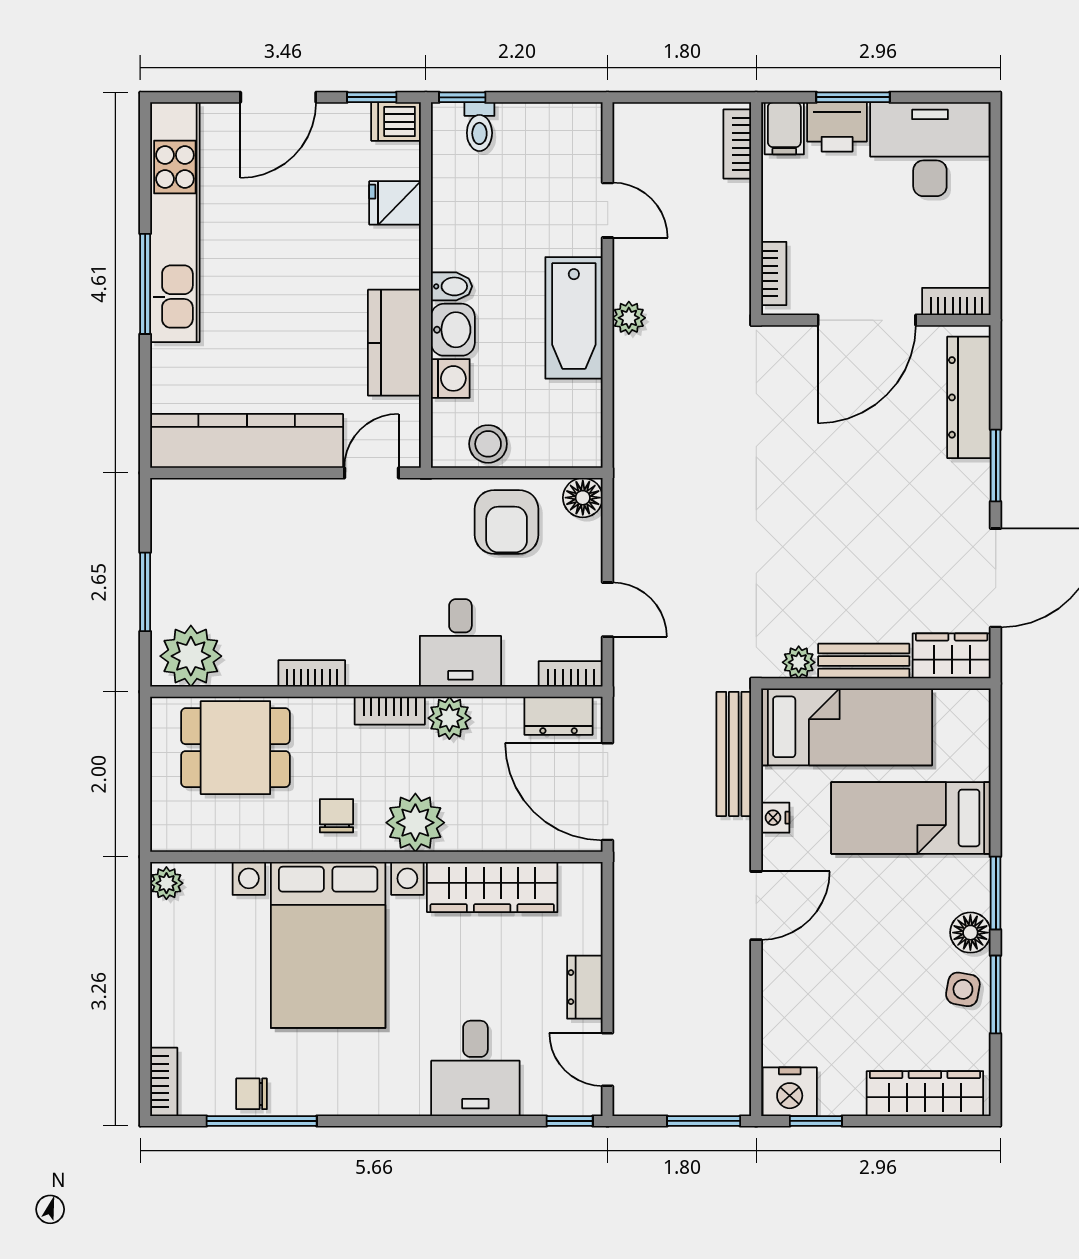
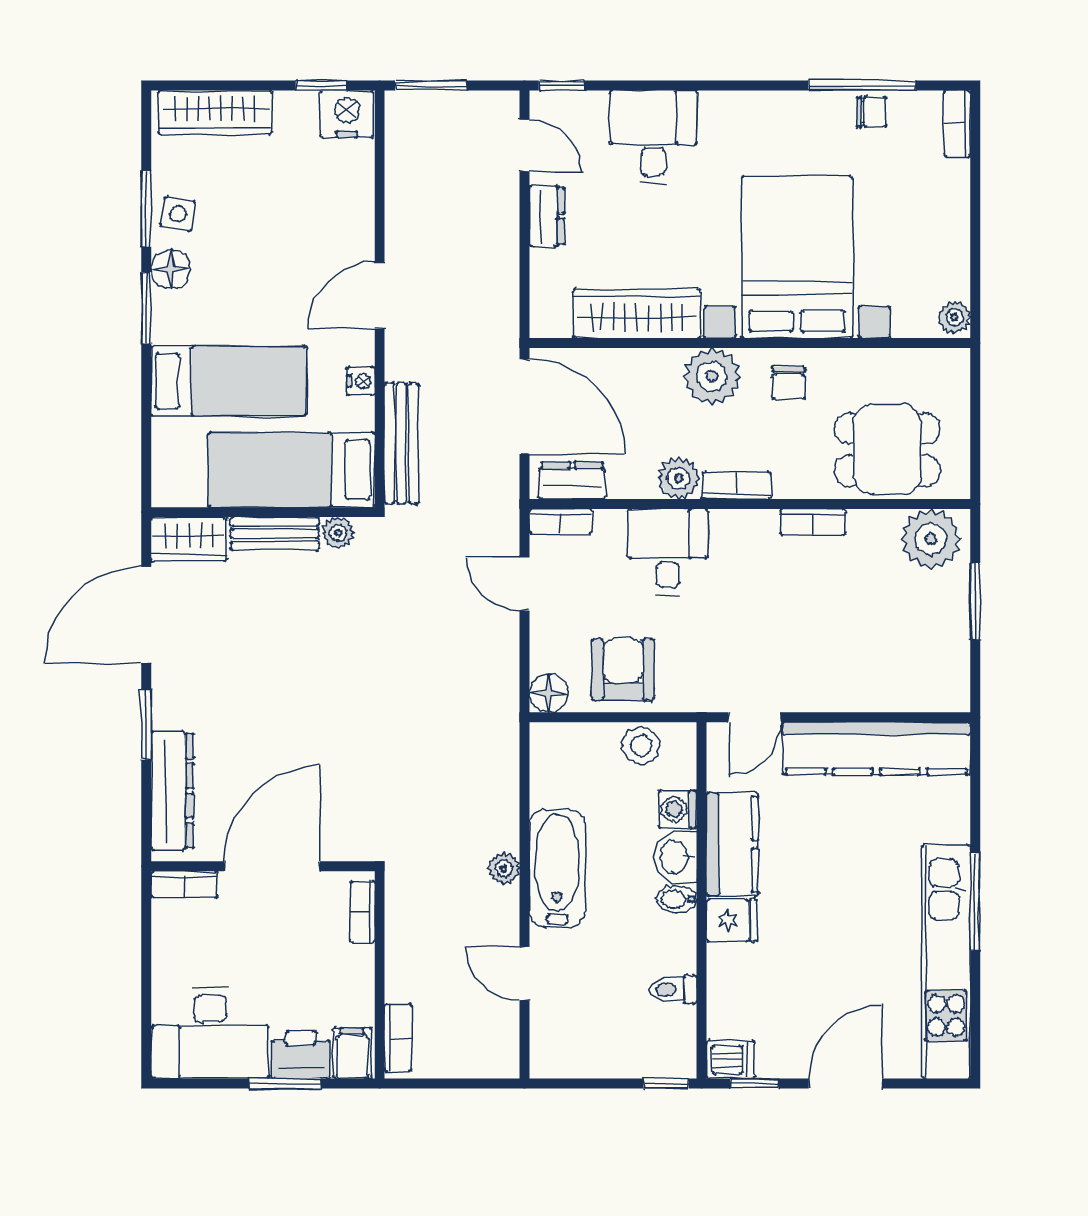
toilet: (479, 127) -> (673, 989), moved, turned -90
fridge: (395, 203) -> (732, 920), moved

